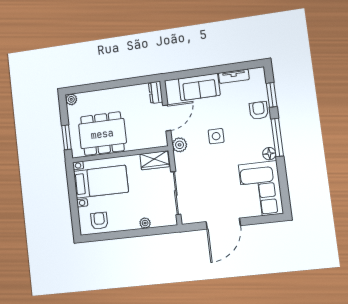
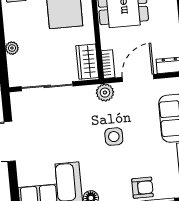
door: (167, 118) -> (138, 78), swing flipped
bookcase: (156, 143) -> (108, 64), added

